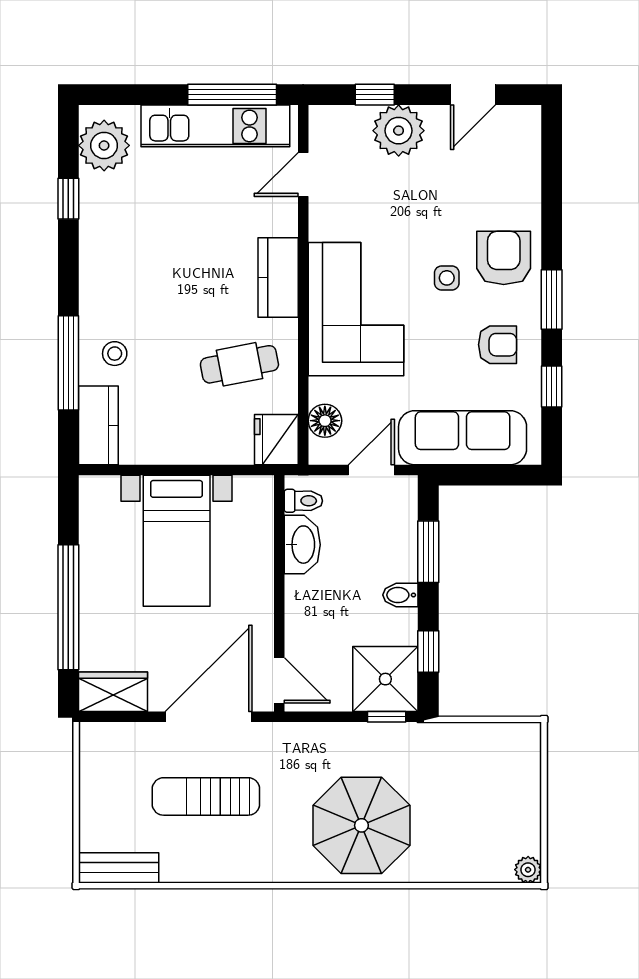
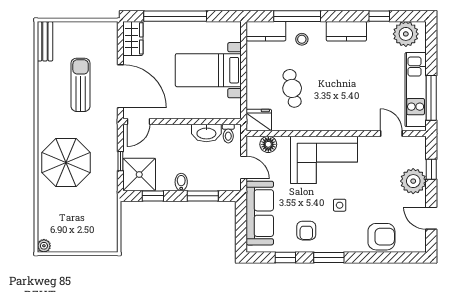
armchair: (504, 258) -> (381, 237), moved
kitchen counter: (278, 278) -> (346, 31), moved, turned 180
cafe table: (239, 364) -> (292, 88), moved
window: (387, 717) -> (120, 161), moved

